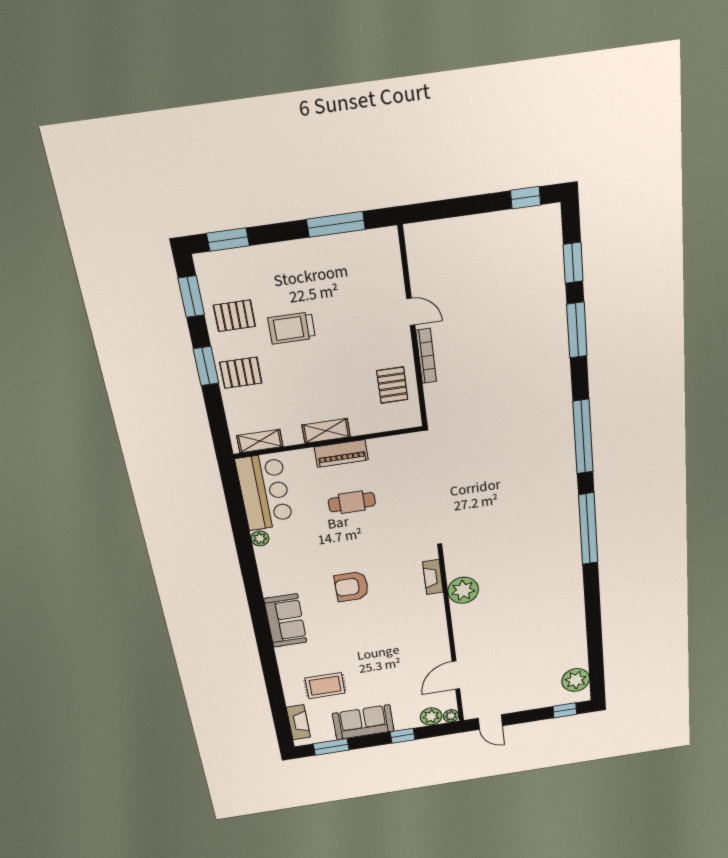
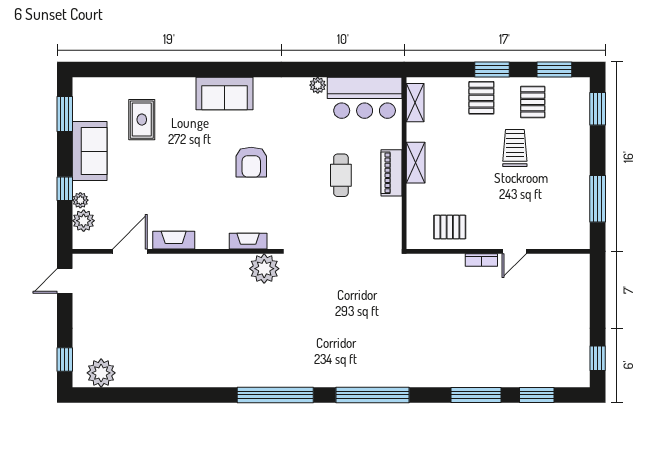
bookcase: (426, 356) -> (481, 260), width x0.64
armchair: (352, 587) -> (251, 162), turned 180
plant: (463, 590) -> (264, 269), moved
door: (456, 675) -> (130, 251), hinge flipped
plant: (451, 716) -> (80, 200), moved
fireplace: (298, 722) -> (174, 240), moved, turned 180

